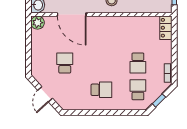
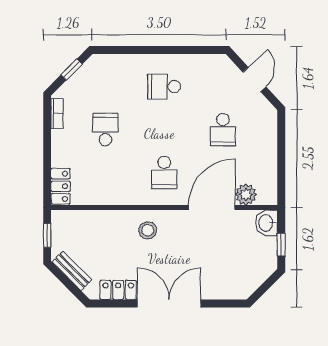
door: (72, 15) -> (212, 208), hinge flipped
plant: (38, 23) -> (246, 195), moved
school desk: (138, 90) -> (164, 173), moved

